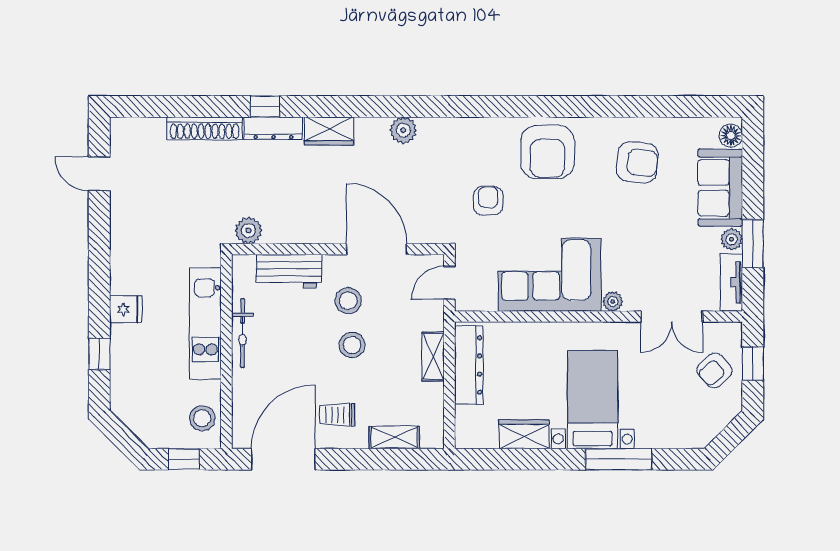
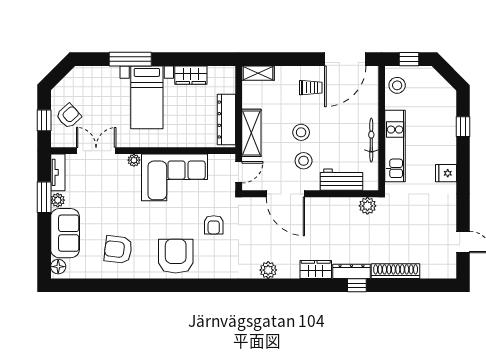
fridge: (126, 309) -> (446, 173), moved
shelving: (433, 356) -> (251, 133), width x1.50, depth x1.33
shelving: (394, 437) -> (258, 73), moved

